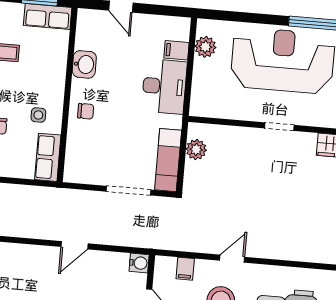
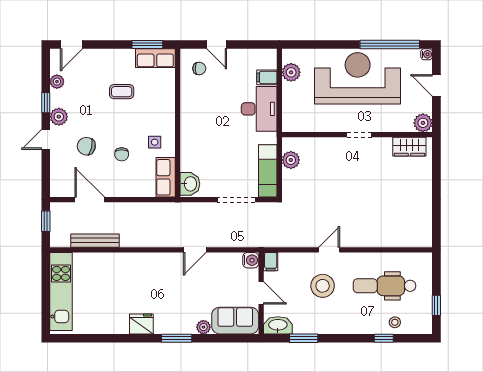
washbasin: (84, 64) -> (190, 184), moved
chair: (86, 111) -> (199, 68), moved
filing cabinet: (185, 269) -> (271, 262), moved

